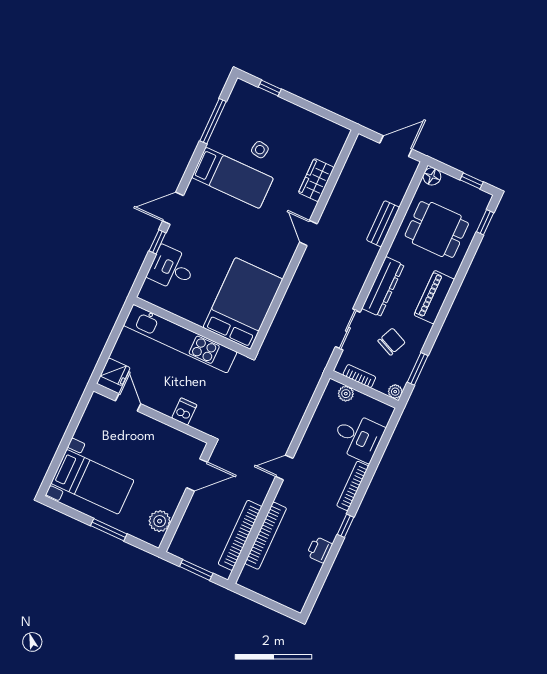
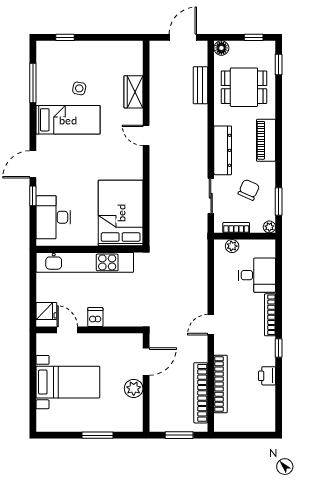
bench: (383, 224) -> (200, 85), moved
desk: (172, 268) -> (53, 217), width x1.37
dishwasher: (184, 411) -> (95, 317), moved
bed with nightstands: (92, 482) -> (68, 382), moved
plant: (160, 521) -> (134, 388), moved

